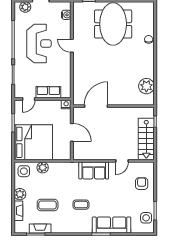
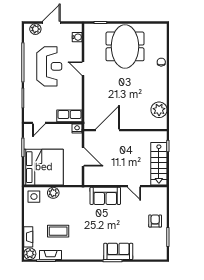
row of seats: (48, 92) -> (69, 116), moved
door: (122, 161) -> (134, 186), hinge flipped
armchair: (142, 184) -> (155, 221), moved
plant: (20, 194) -> (30, 254), moved
coffee table: (81, 205) -> (92, 231), removed
side table: (146, 218) -> (159, 244), removed
sofa: (112, 225) -> (118, 251), width x0.73

